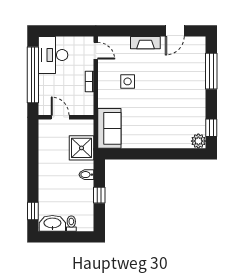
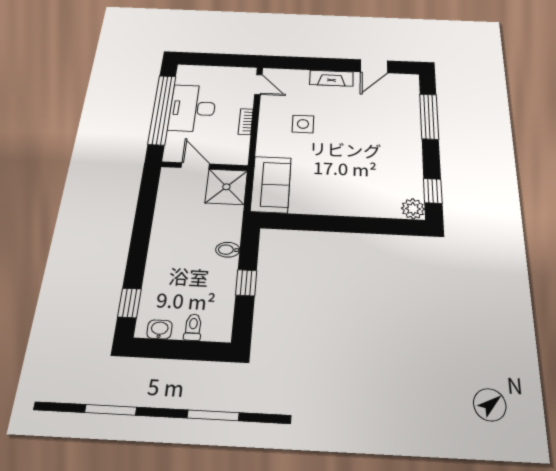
desk: (53, 55) -> (192, 108), moved
shower: (82, 148) -> (226, 187), moved
washbasin: (52, 223) -> (160, 329), width x0.52, depth x0.69

